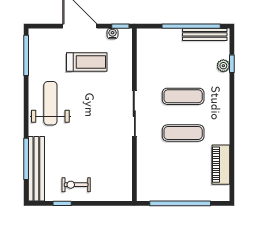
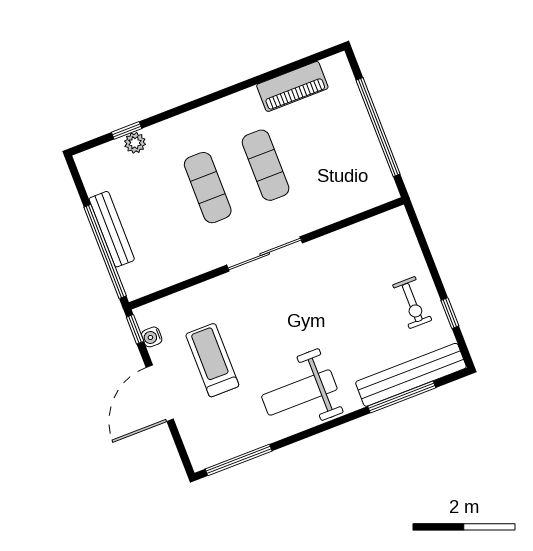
window: (191, 26) -> (105, 252), moved
bench: (205, 34) -> (112, 229), moved

